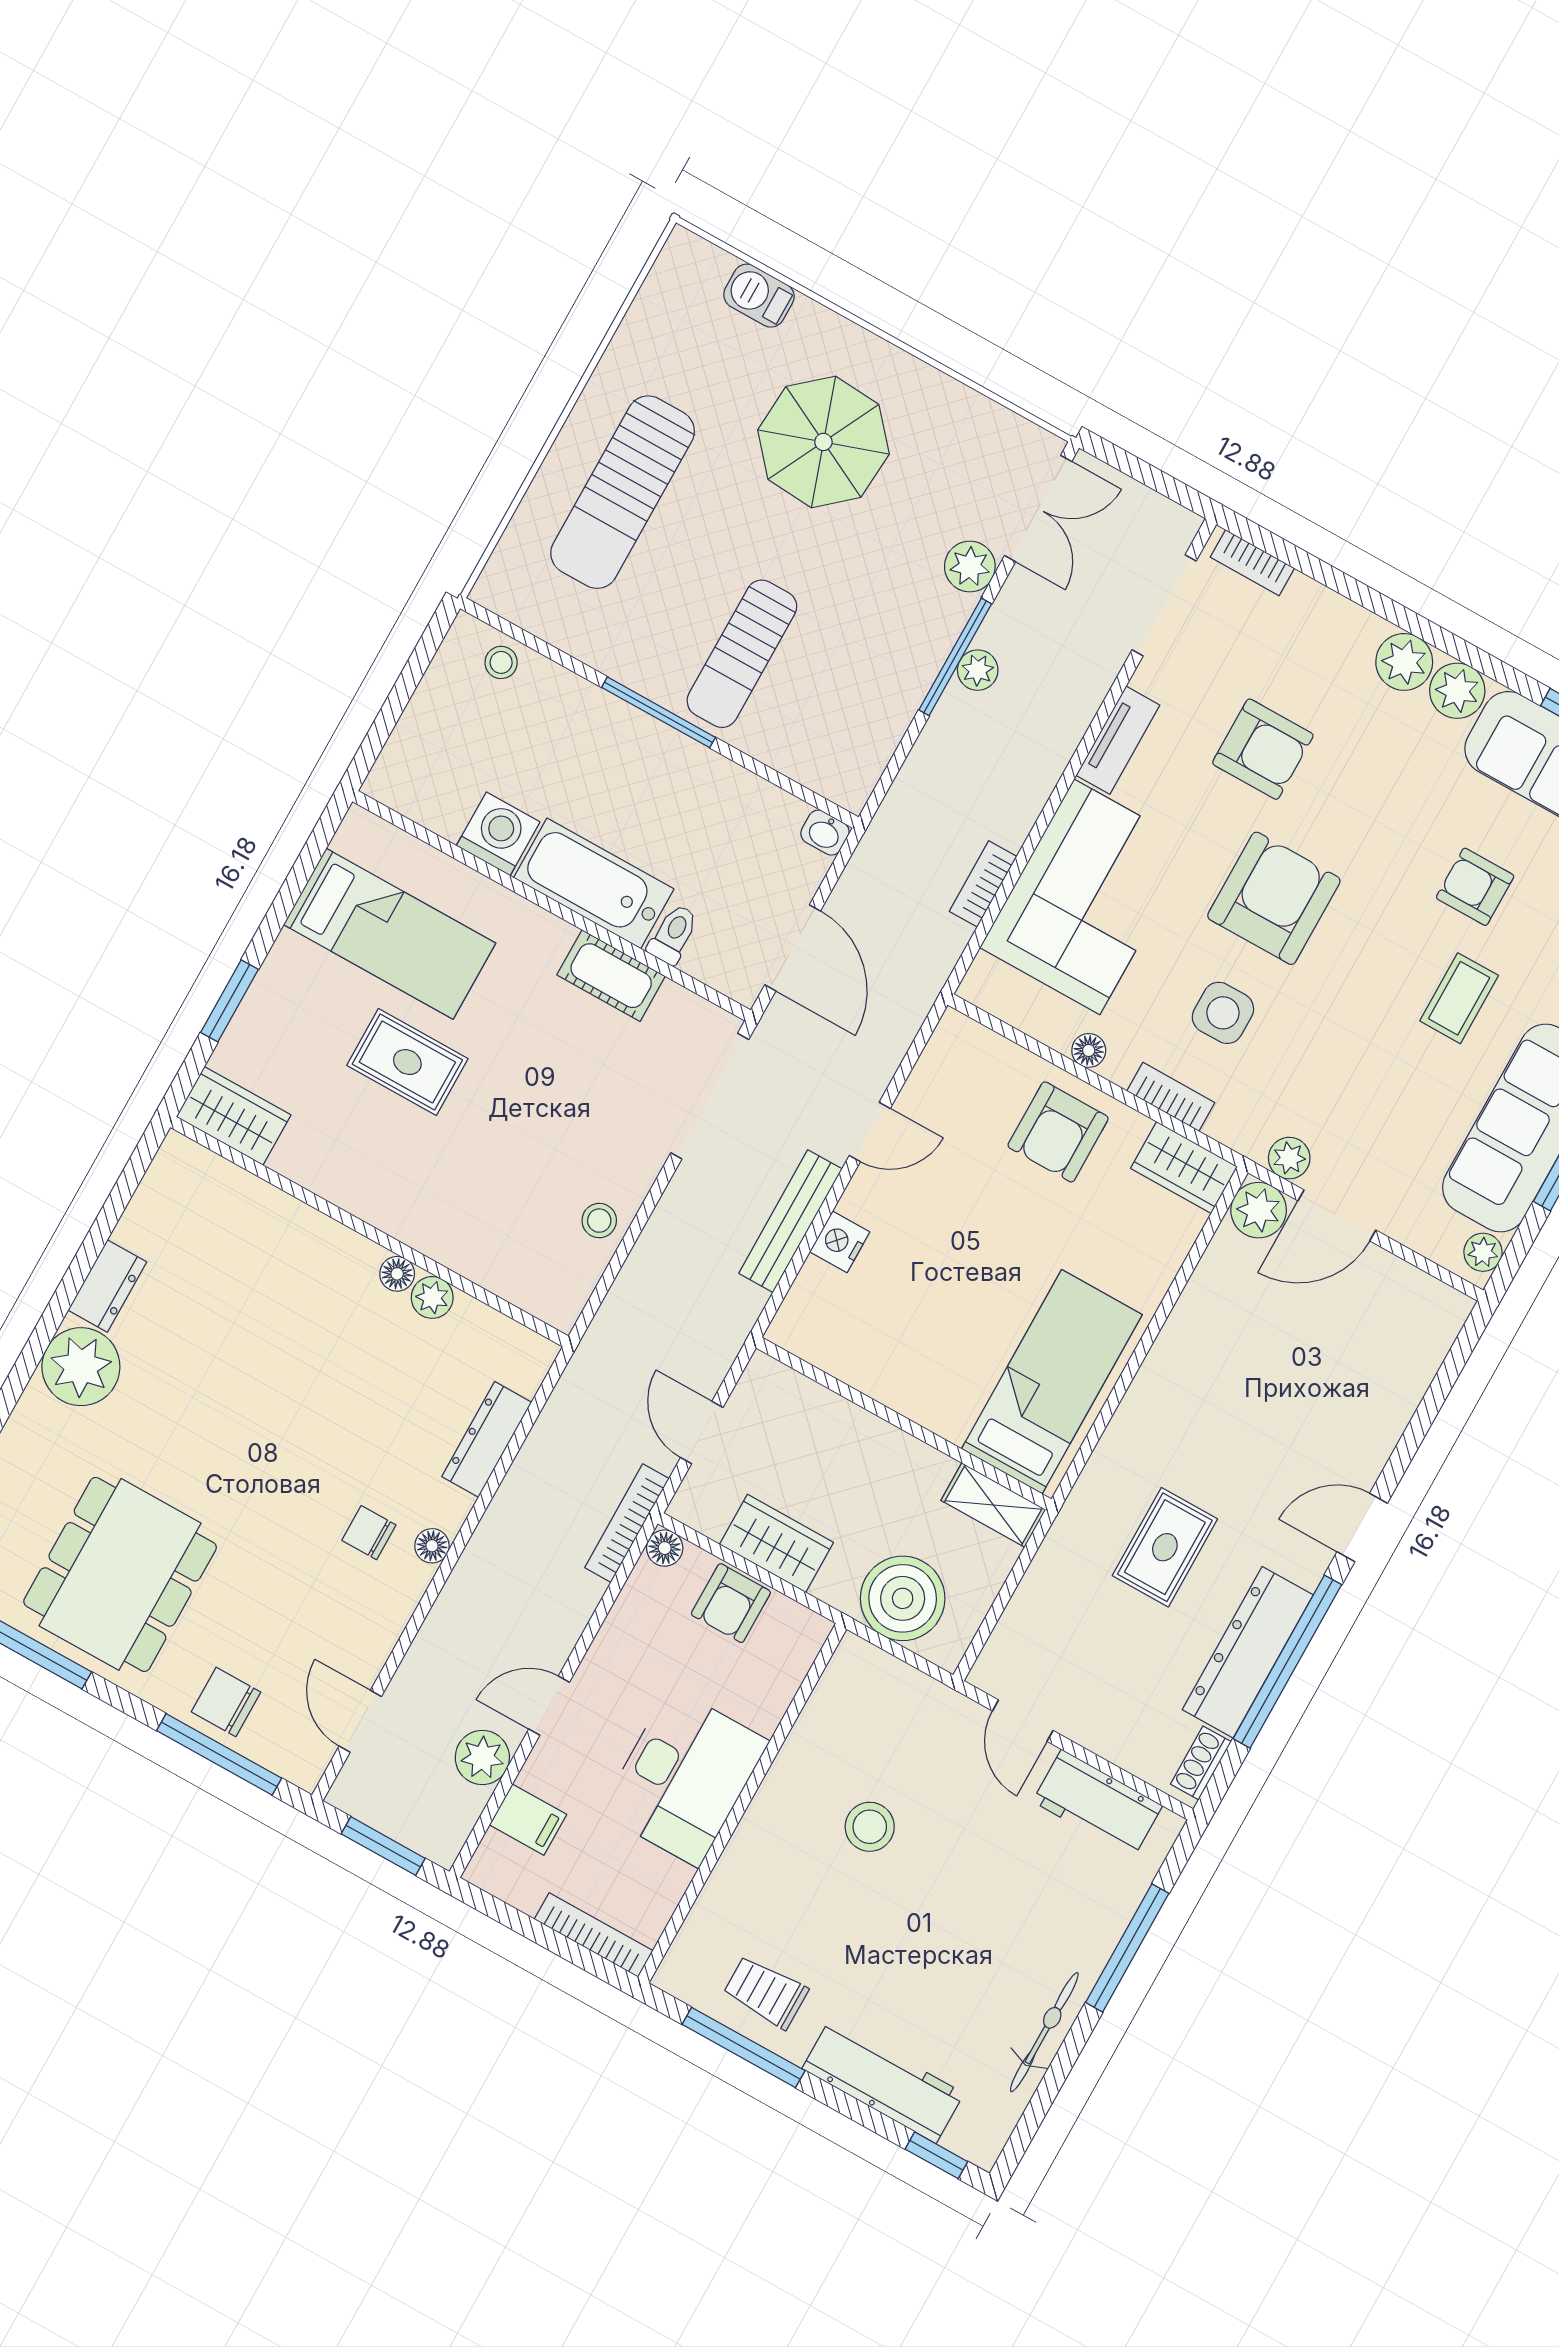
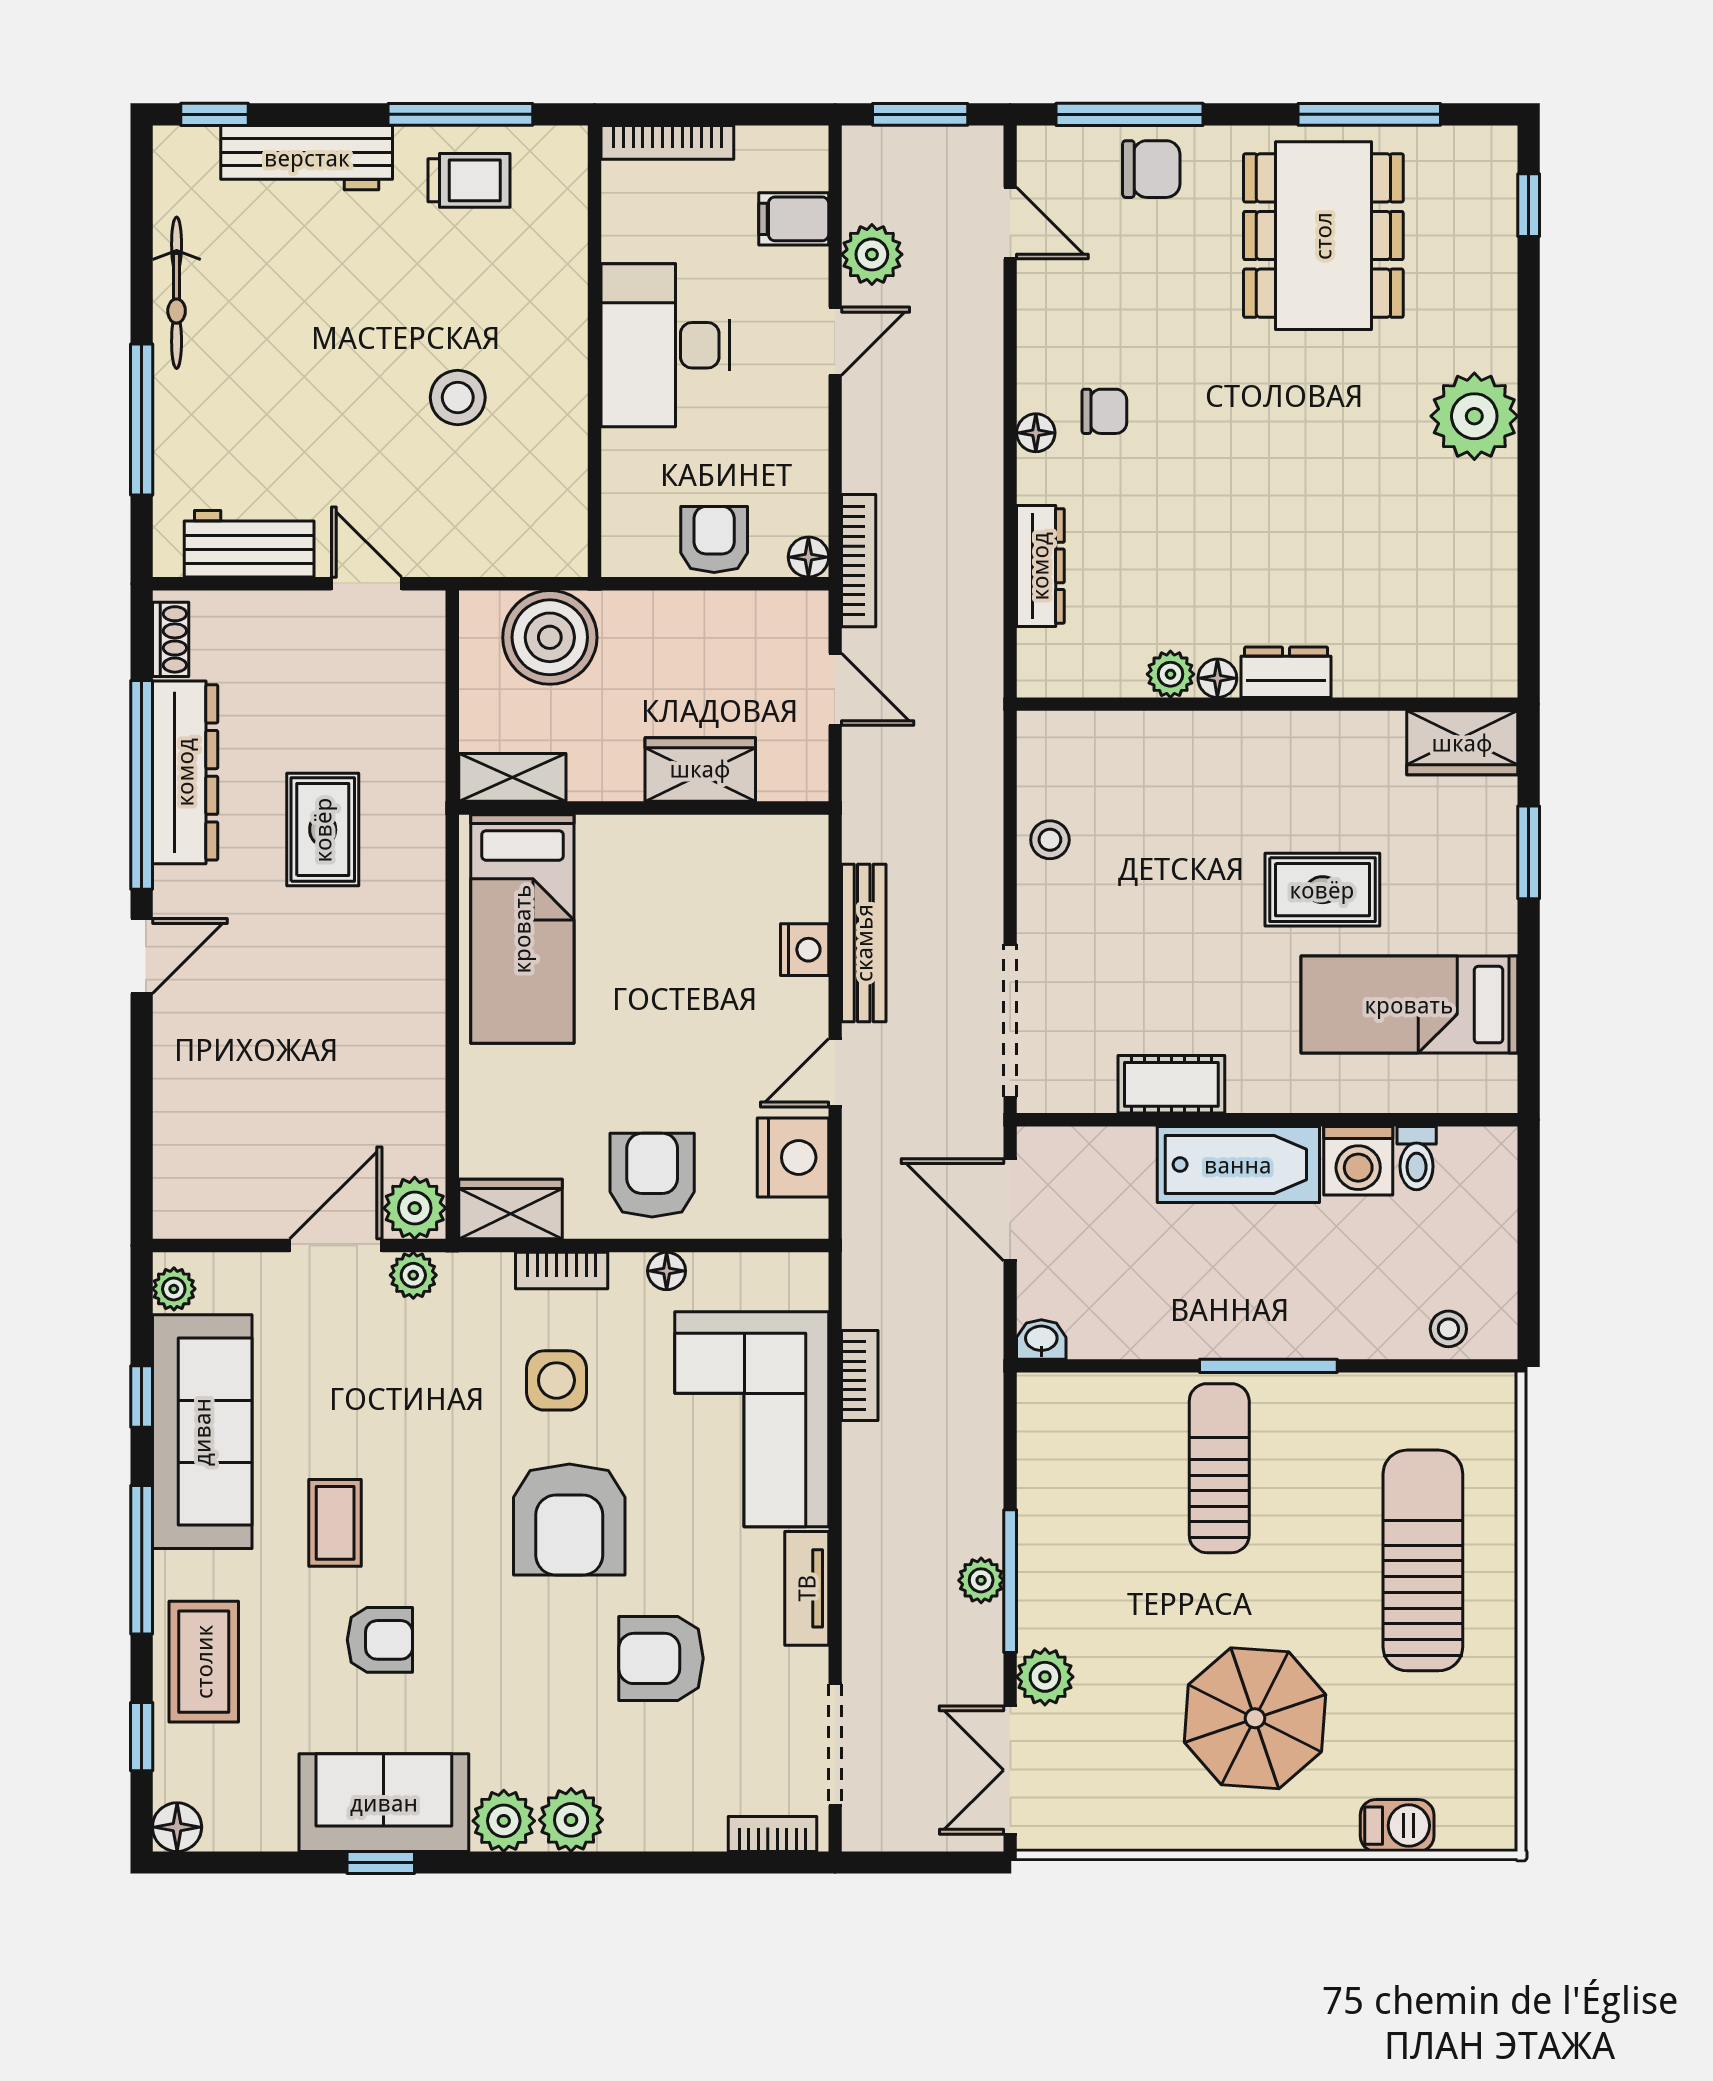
toilet: (673, 934) -> (1417, 1158), moved
nightstand: (940, 1084) -> (793, 1157), added
dresser: (107, 1286) -> (1286, 672), moved, turned 90
wardrobe: (776, 1543) -> (700, 769), moved, turned 180

